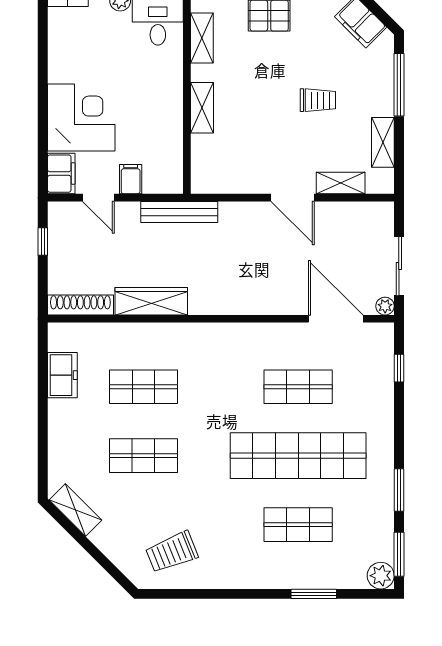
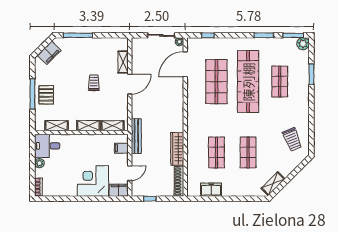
trolley: (318, 100) -> (94, 83), moved
shelving: (383, 142) -> (113, 126), moved
filing cabinet: (131, 179) -> (121, 148), moved
shop shelf: (298, 387) -> (216, 82), width x1.43, depth x1.36

